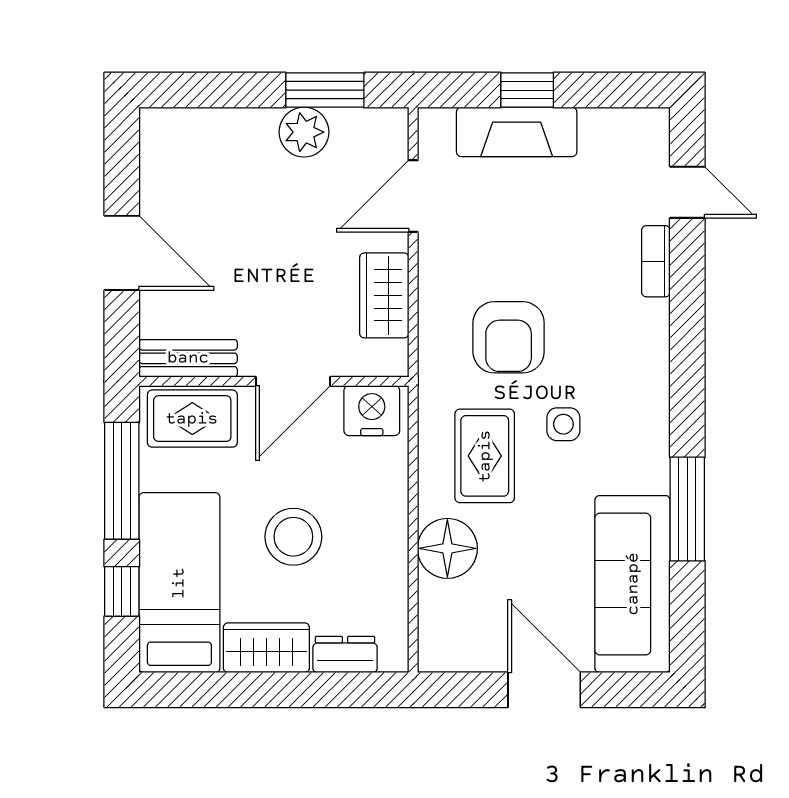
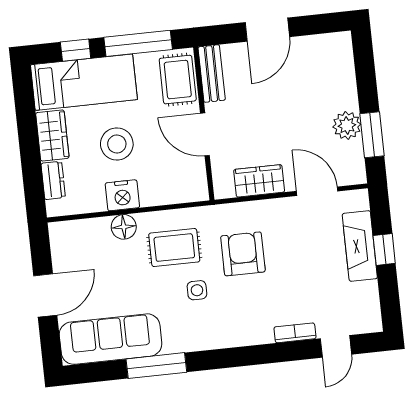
armchair: (509, 337) -> (243, 254), turned 90
nightstand: (372, 411) -> (122, 195), moved, turned 90
floor lamp: (447, 548) -> (124, 227), width x0.73, depth x0.73

